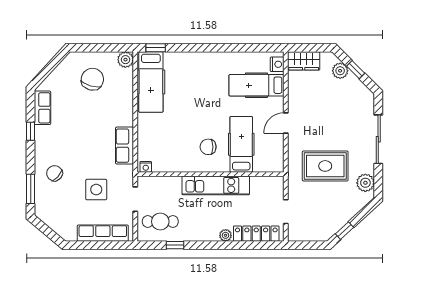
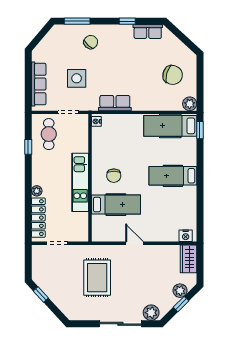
hospital bed: (257, 85) -> (173, 176), moved, turned -90
chair: (208, 147) -> (114, 176), turned 180
plant: (365, 183) -> (151, 313), moved

